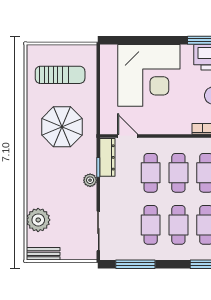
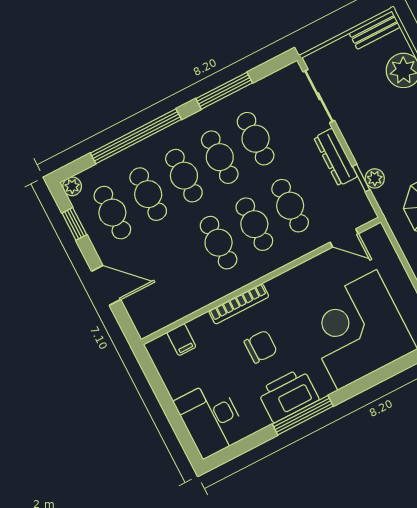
dresser: (107, 157) -> (336, 157), moved
plant: (90, 180) -> (375, 178), moved
window: (135, 264) -> (224, 91), moved

